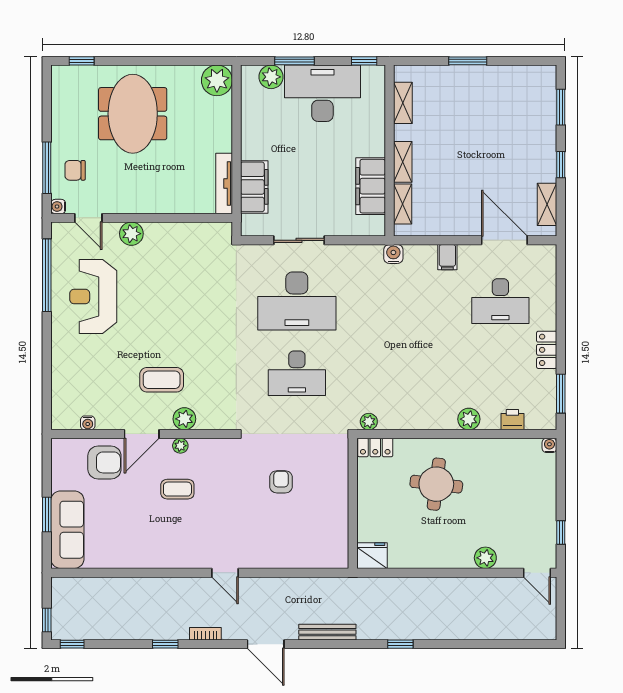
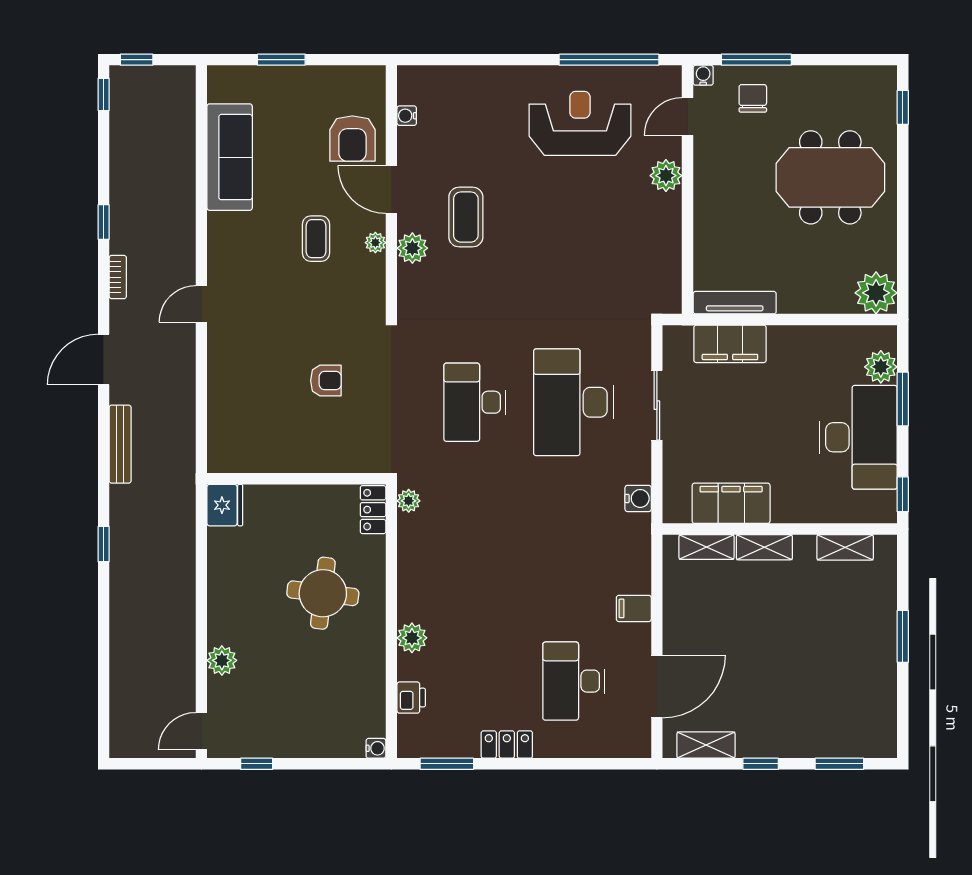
water cooler: (393, 254) -> (638, 498), moved
sofa: (67, 530) -> (230, 157), moved, turned -90

